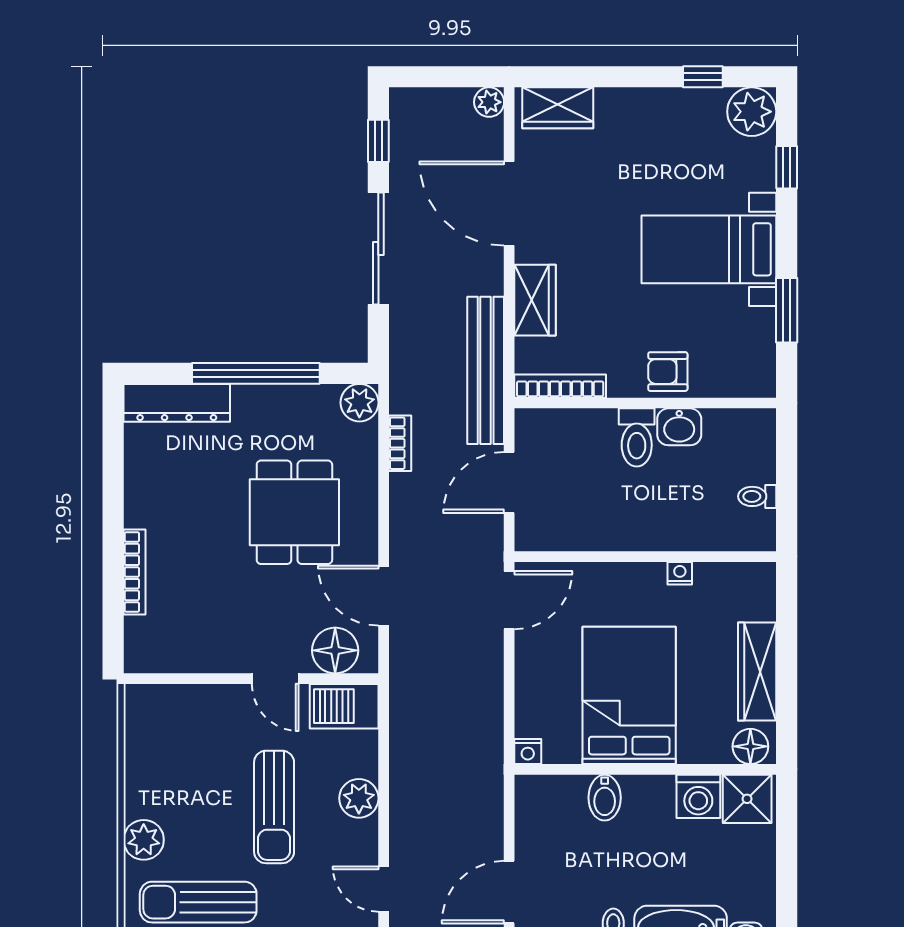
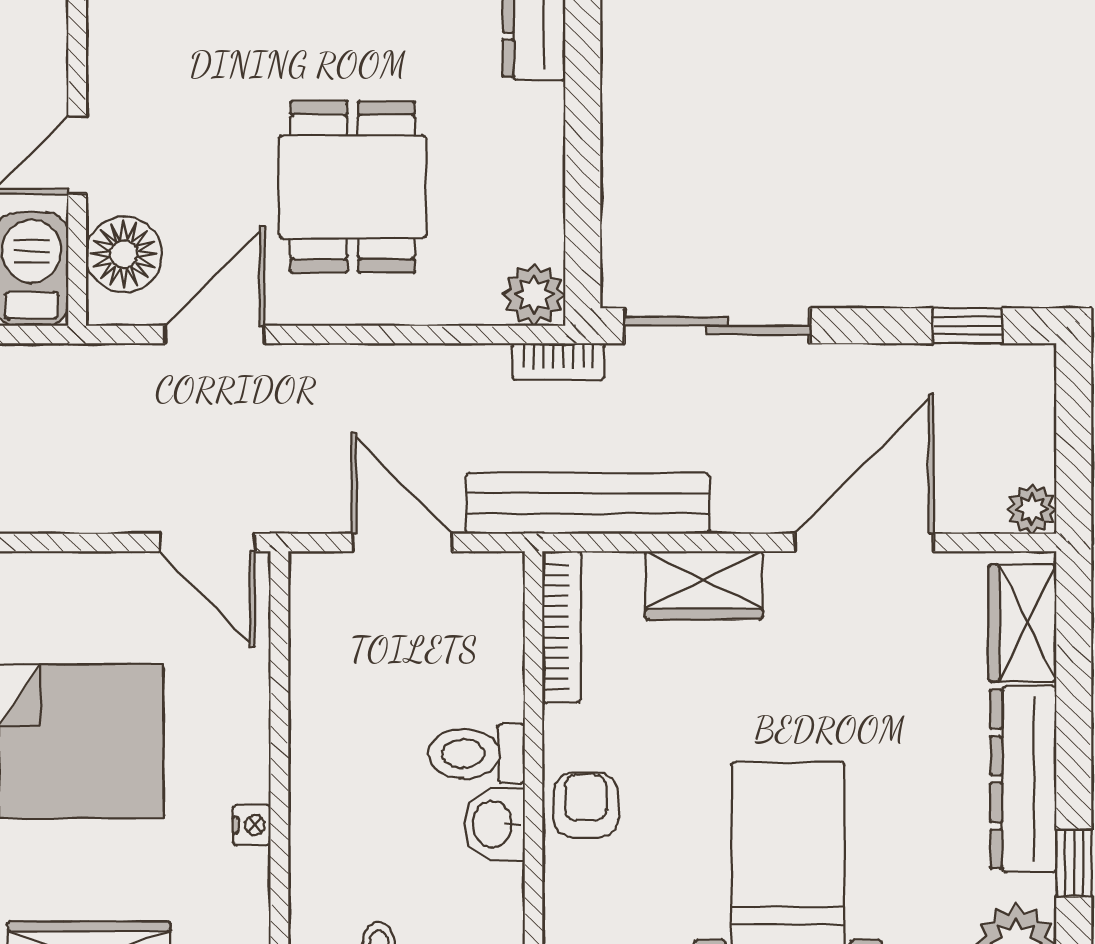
dresser: (652, 107) -> (1023, 779), added
sliding door: (378, 248) -> (717, 326), moved
window: (256, 373) -> (583, 123), removed
bookcase: (400, 443) -> (558, 362), moved
dining table: (294, 512) -> (353, 187), turned 90

